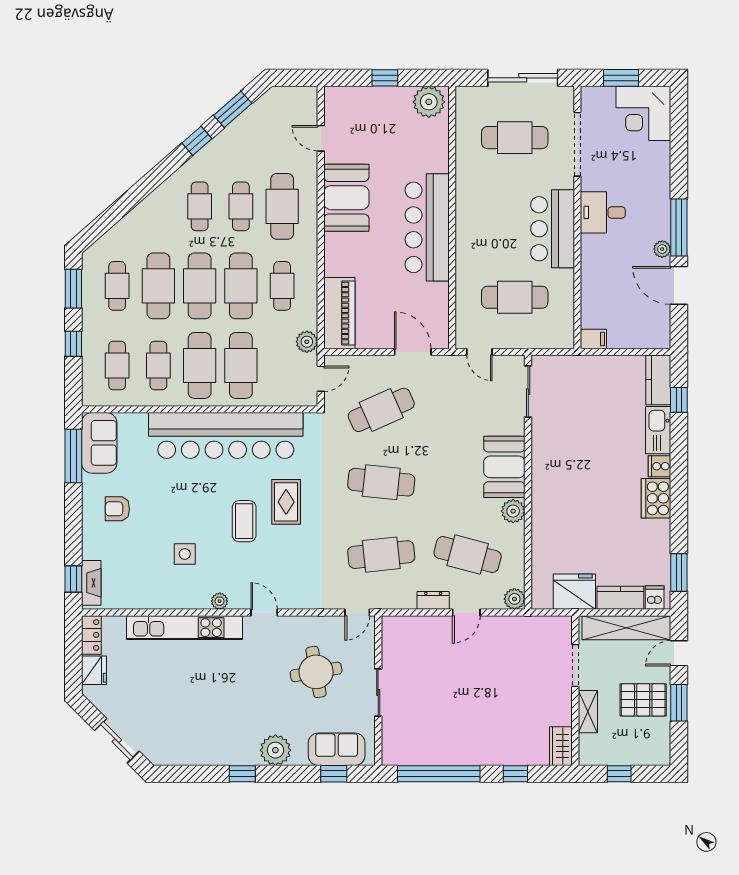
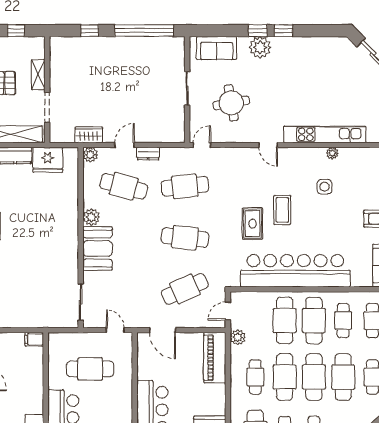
plant: (220, 601) -> (332, 153), moved
wardrobe: (561, 746) -> (89, 135), moved, turned -90
window: (334, 774) -> (258, 31), moved

